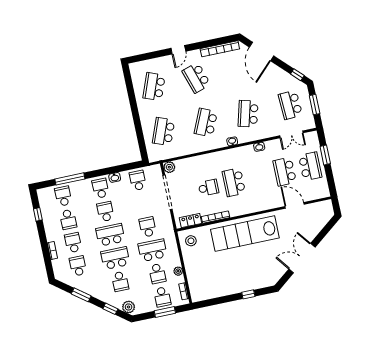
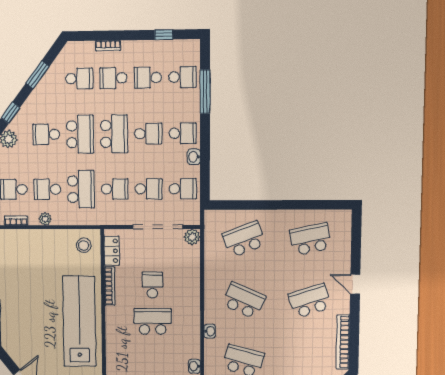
school desk: (154, 87) -> (311, 239), turned -33
school desk: (164, 132) -> (244, 239), turned -42
school desk: (208, 188) -> (152, 285), turned 180
school desk: (143, 204) -> (149, 189), added
school desk: (73, 243) -> (113, 78), turned 180

